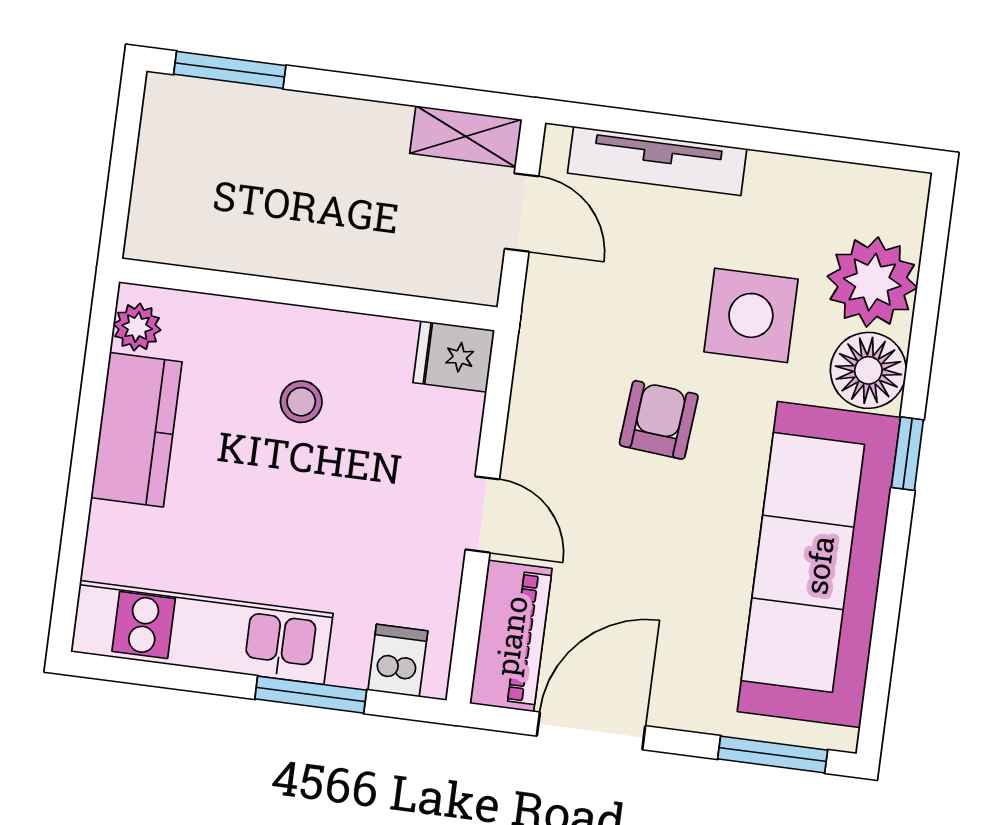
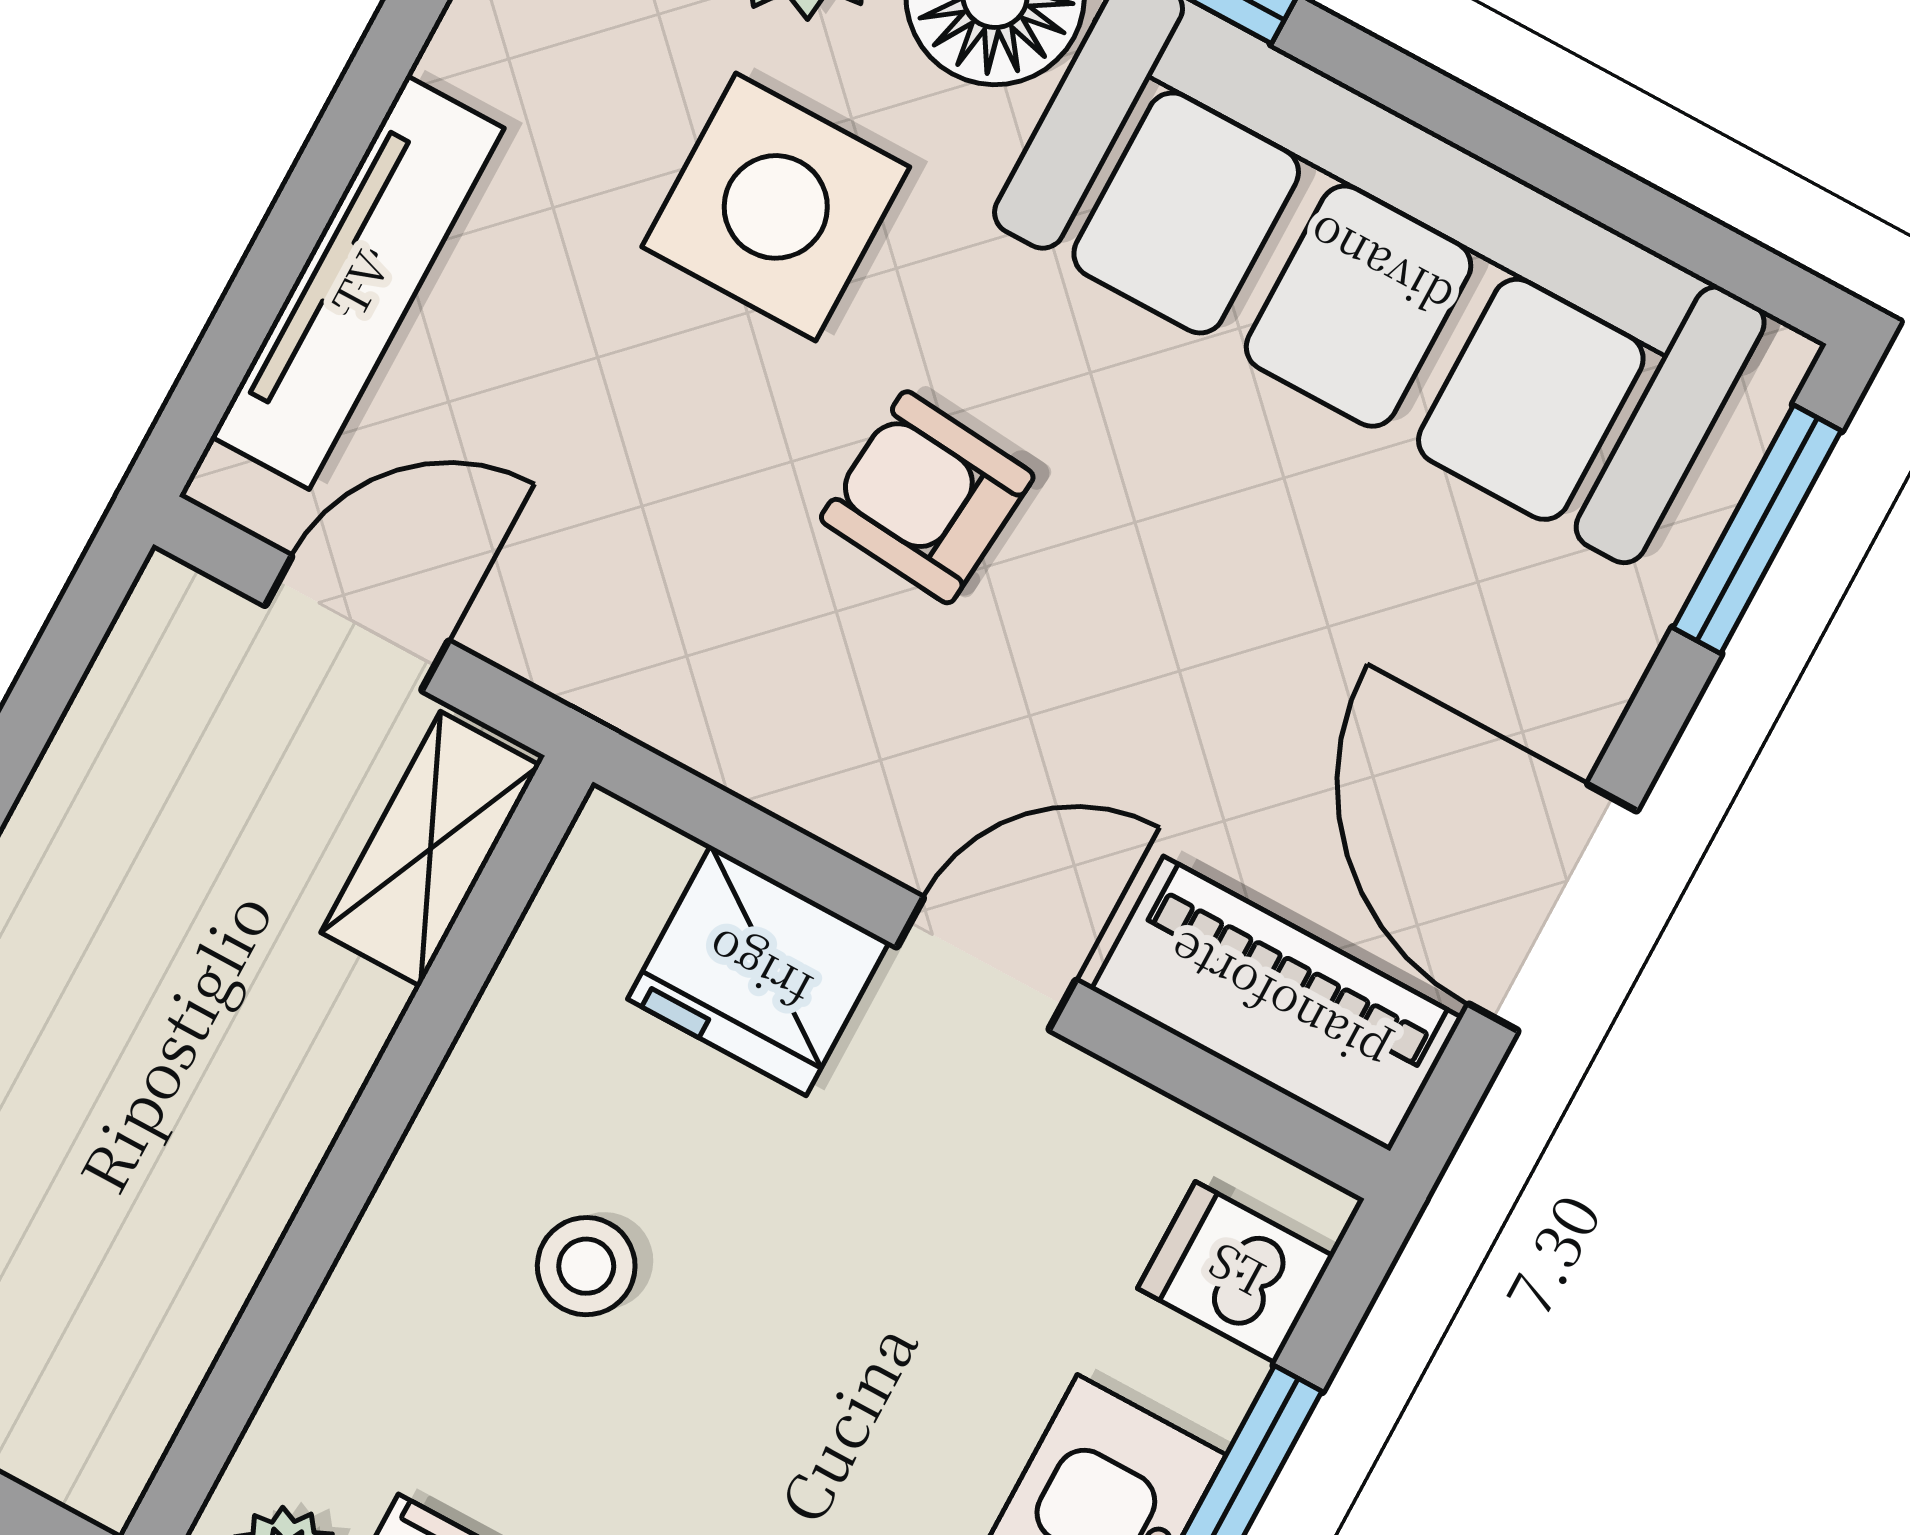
shelving: (466, 136) -> (430, 849), moved
fridge: (454, 356) -> (758, 971), moved, width x1.38

